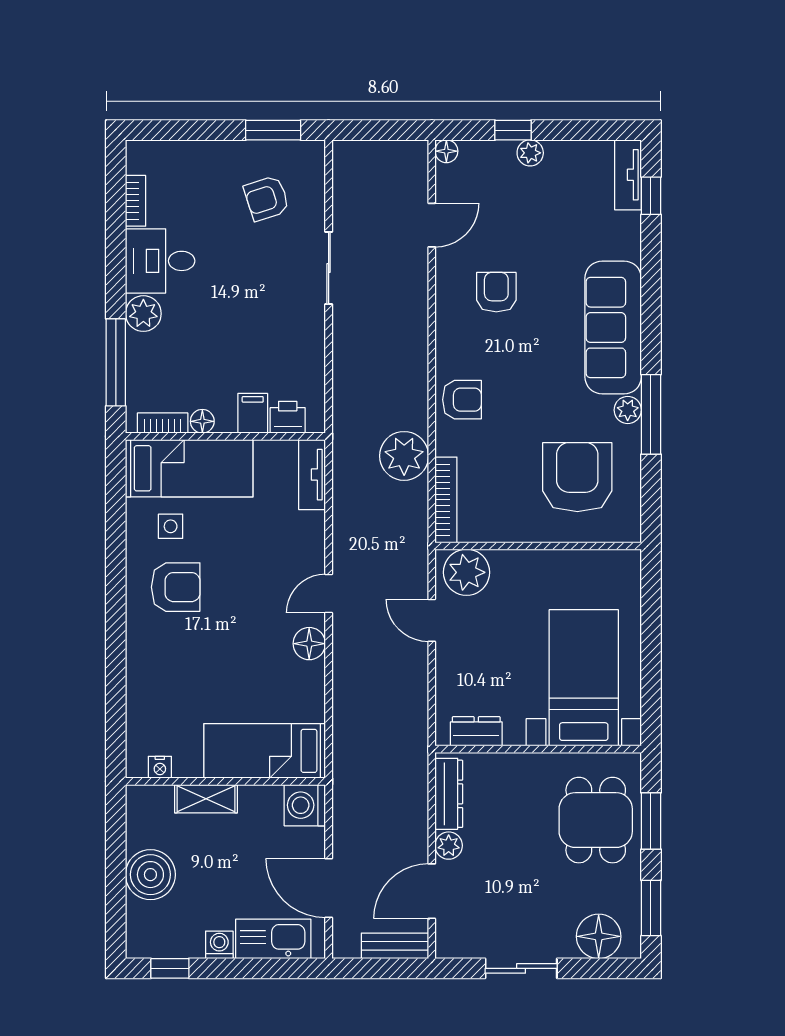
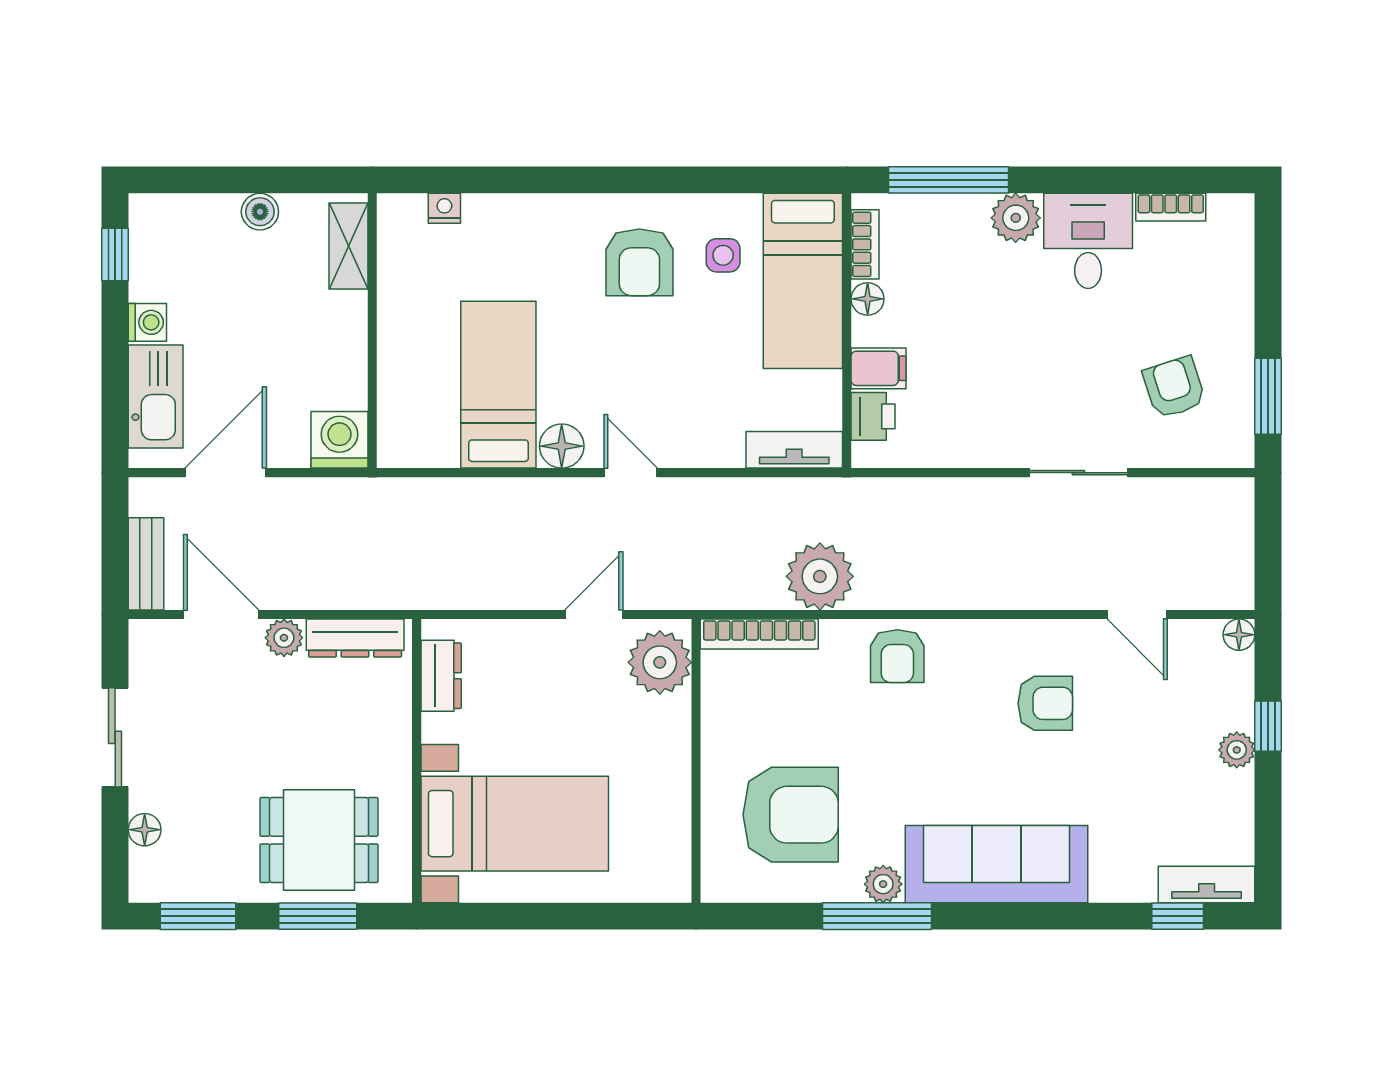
bed: (265, 751) -> (498, 385), moved
nightstand: (160, 767) -> (444, 208), moved, turned 90
shelving: (206, 799) -> (348, 246), moved
boiler: (150, 875) -> (260, 212), width x0.54, depth x0.54
floor lamp: (599, 936) -> (145, 830), width x0.53, depth x0.53

